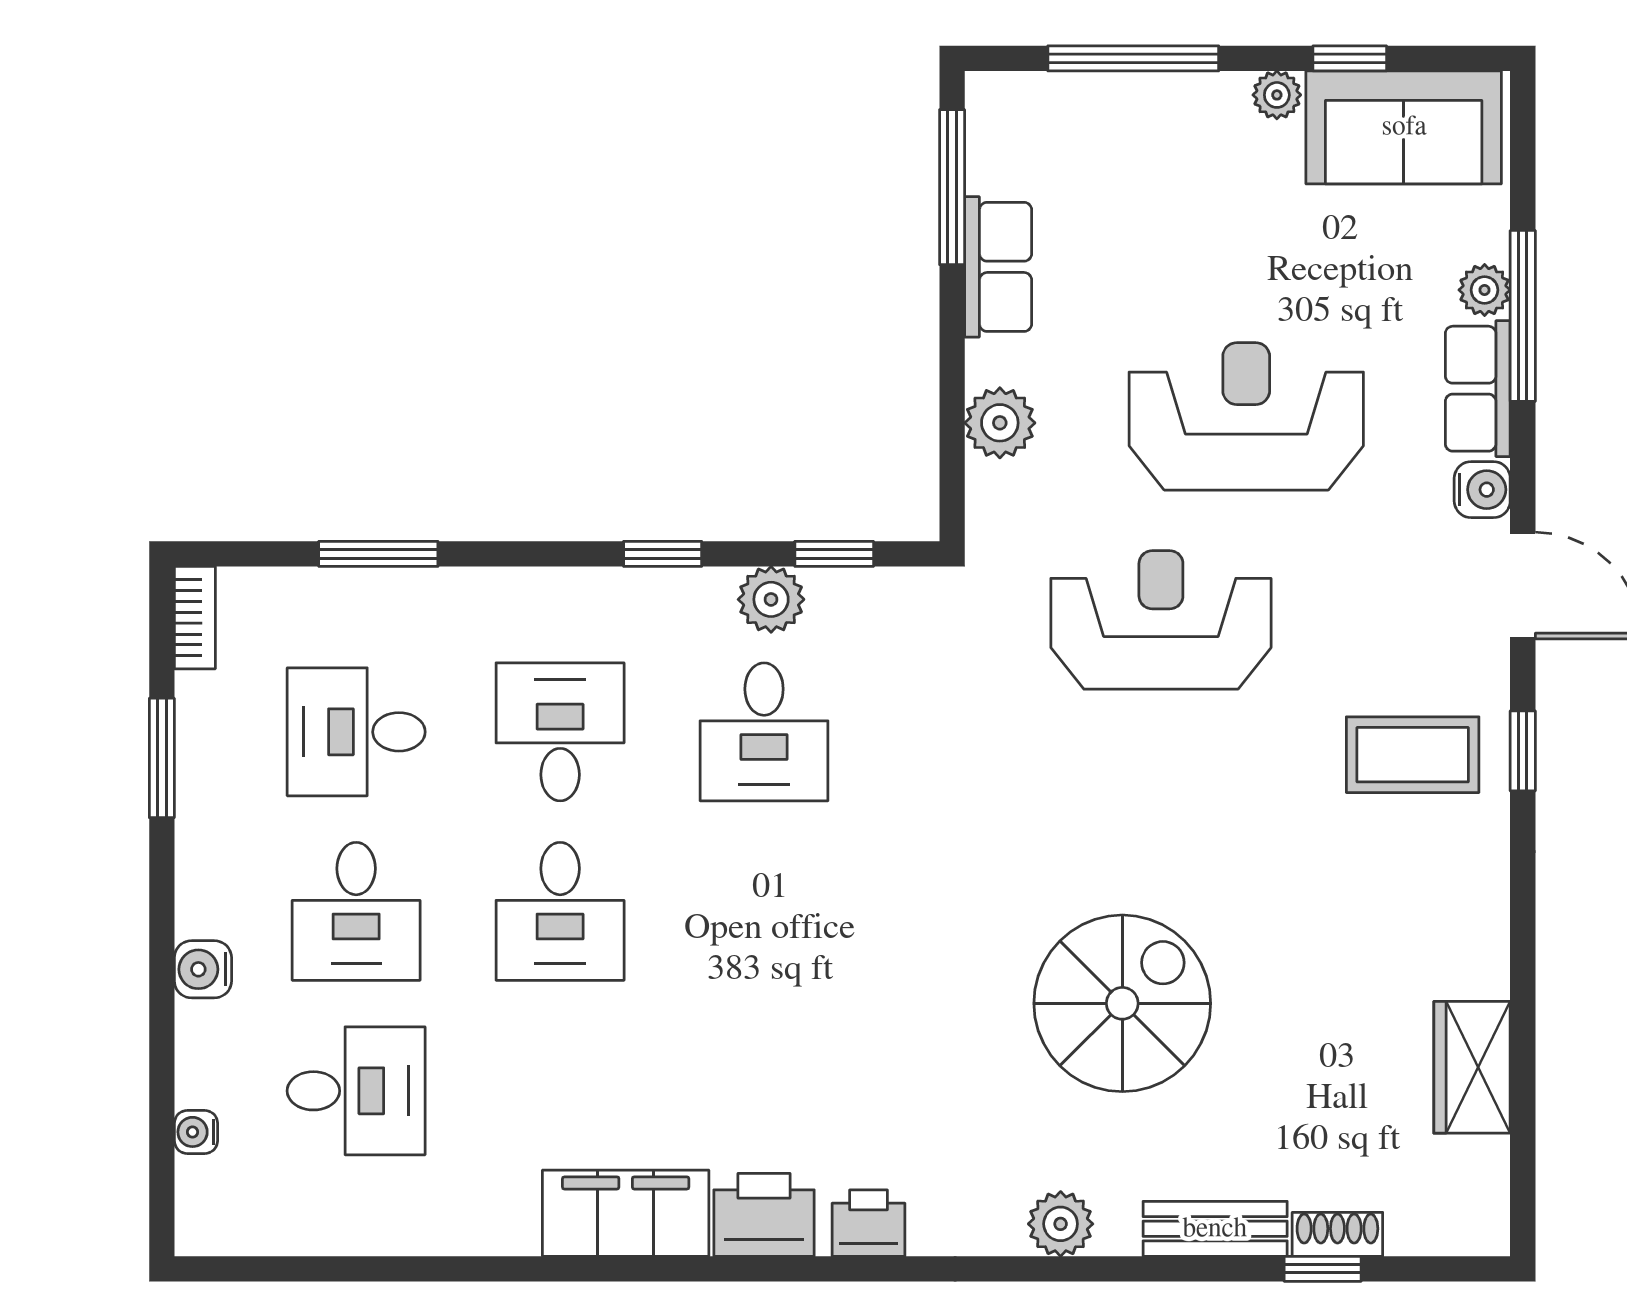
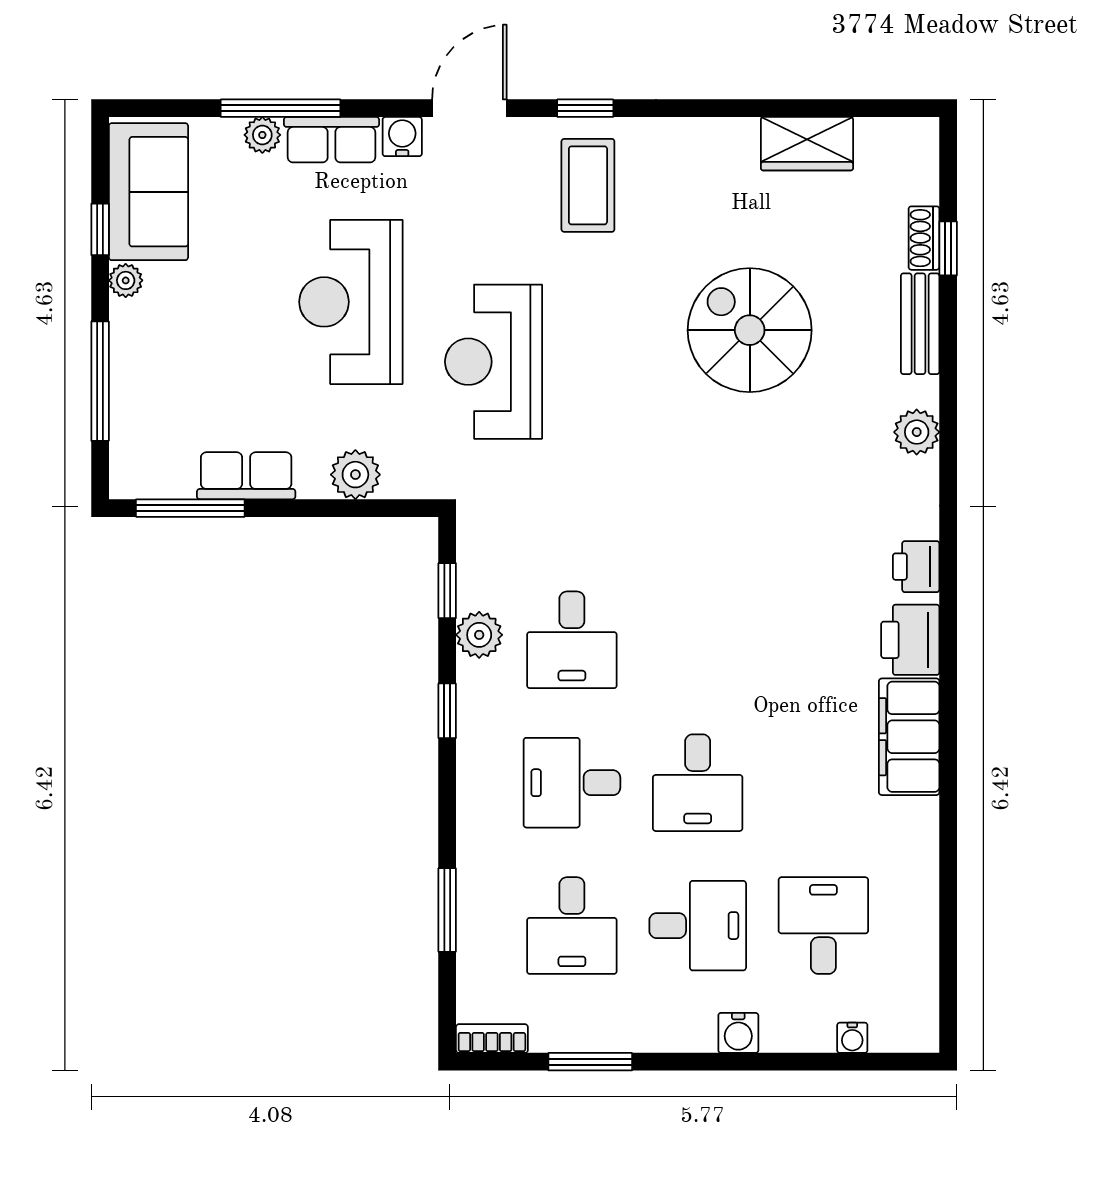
desk: (764, 732) -> (572, 640), turned 90
desk: (560, 911) -> (698, 783), turned 90
spiral stairs: (1122, 1003) -> (750, 330), moved

